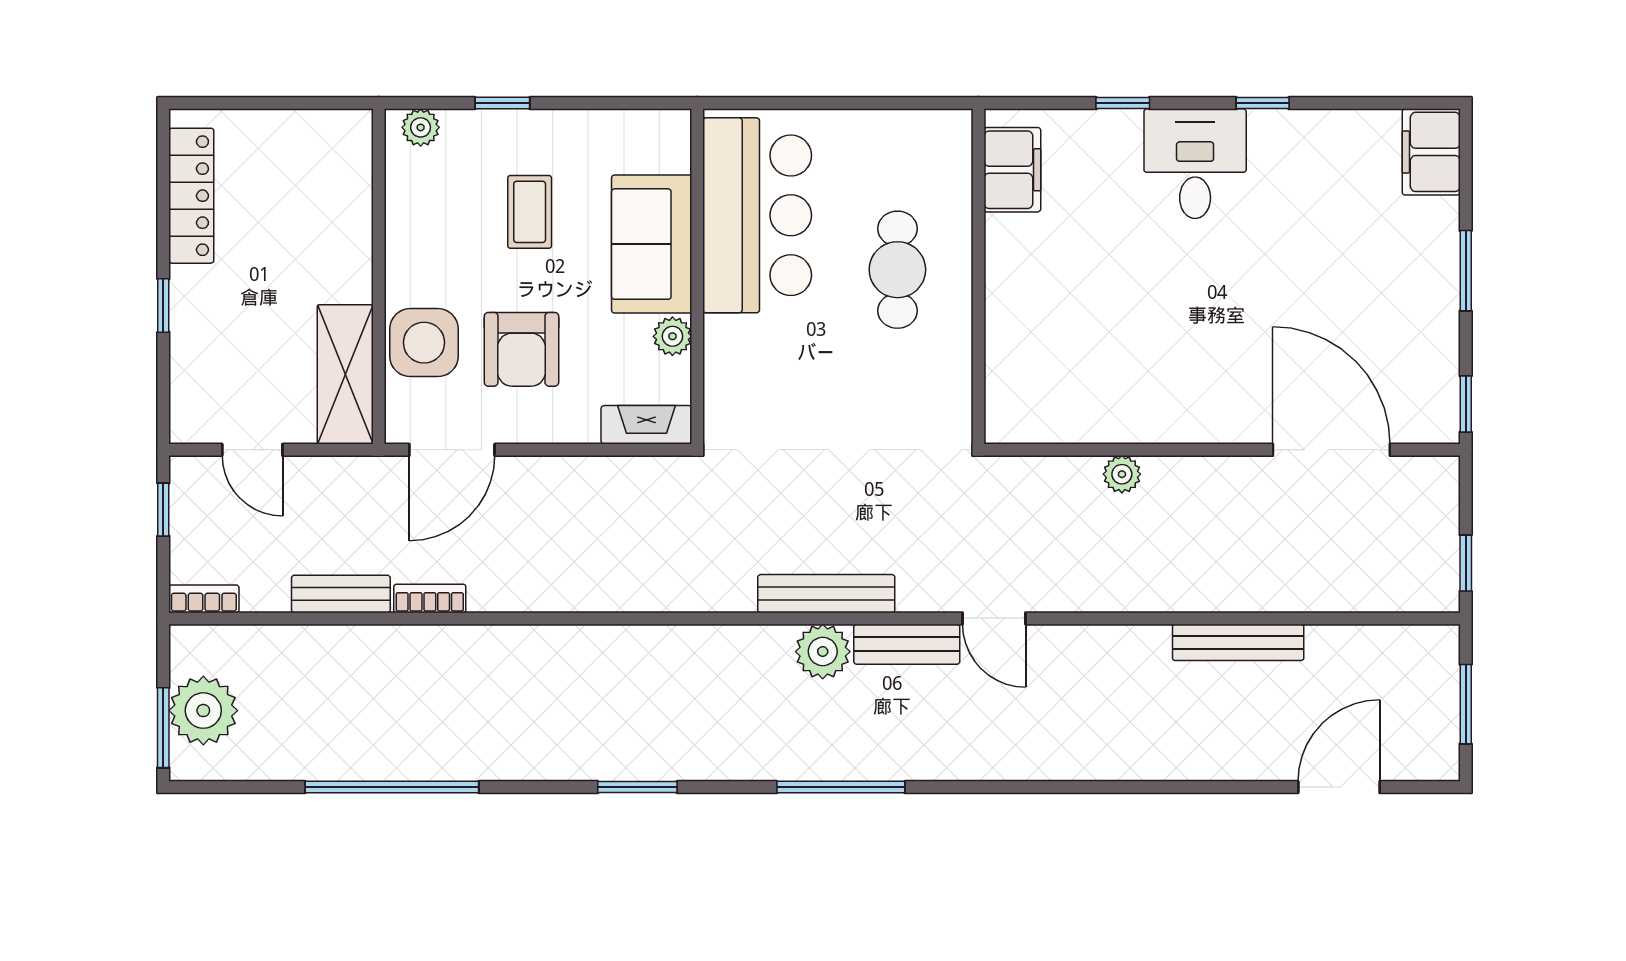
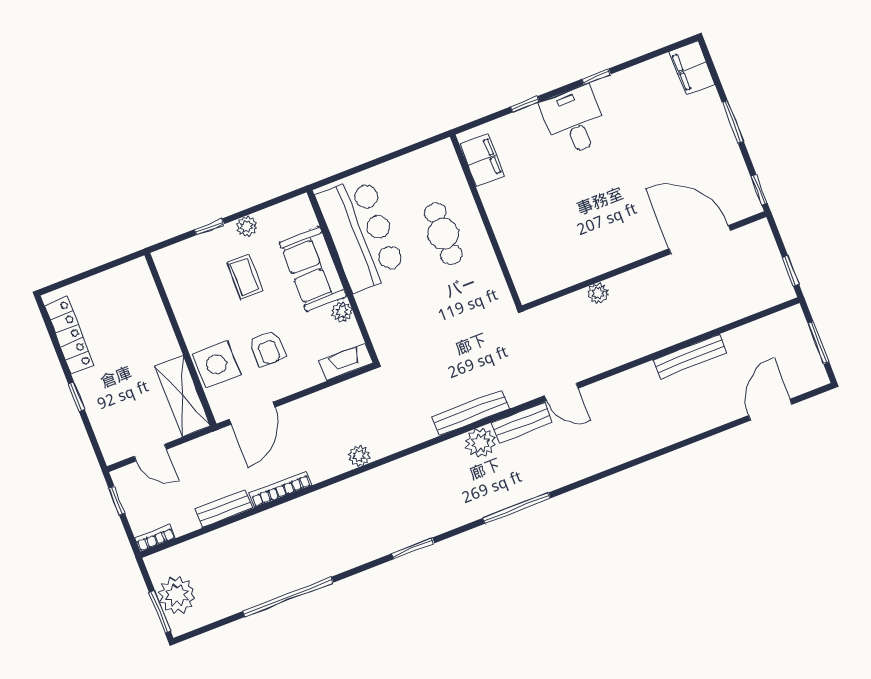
plant: (421, 127) -> (247, 227), moved
armchair: (521, 349) -> (268, 348), width x0.72, depth x0.72
plant: (607, 594) -> (359, 456), added
bookcase: (430, 598) -> (280, 489), width x1.56

